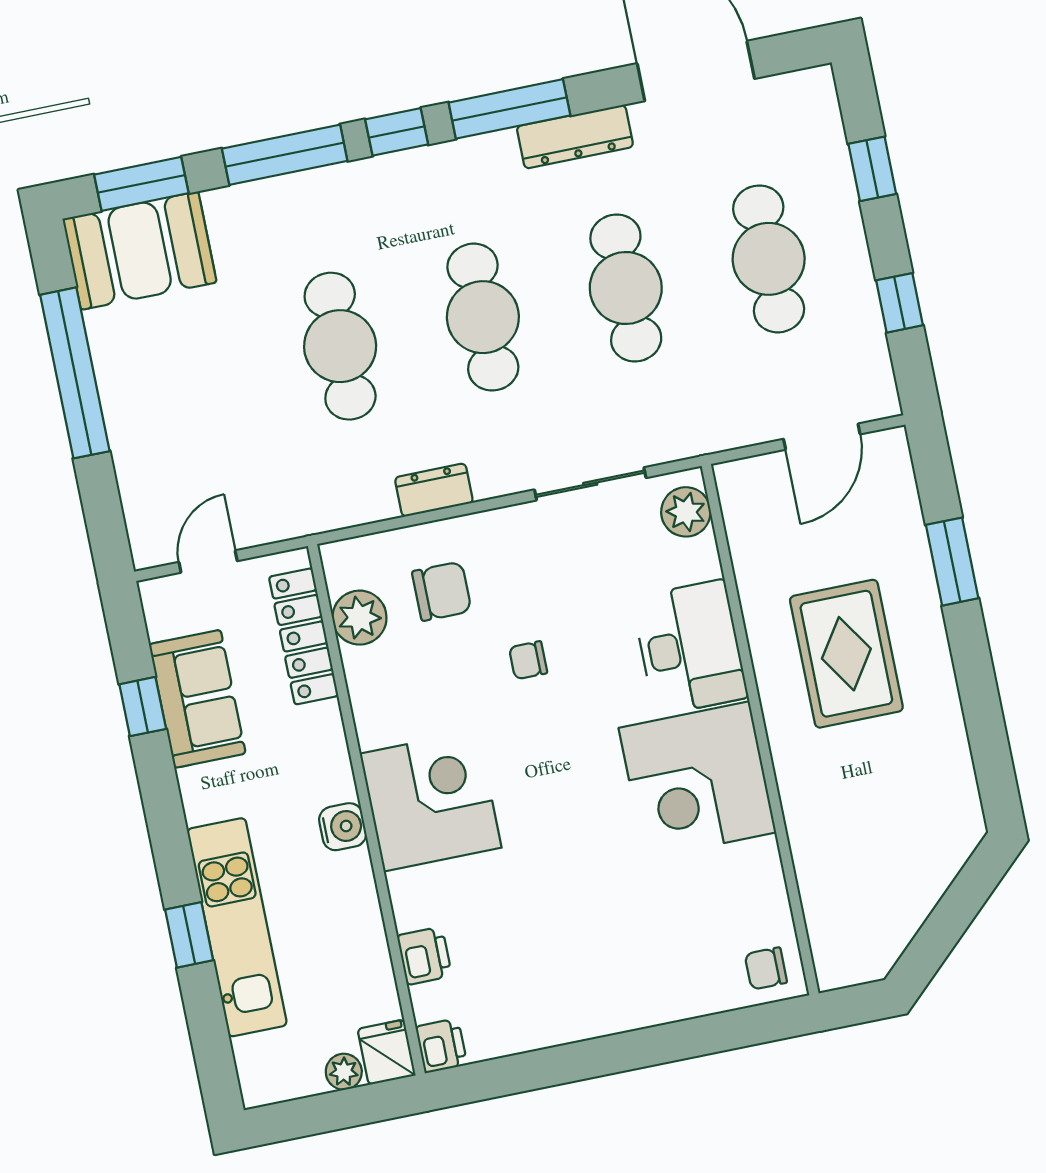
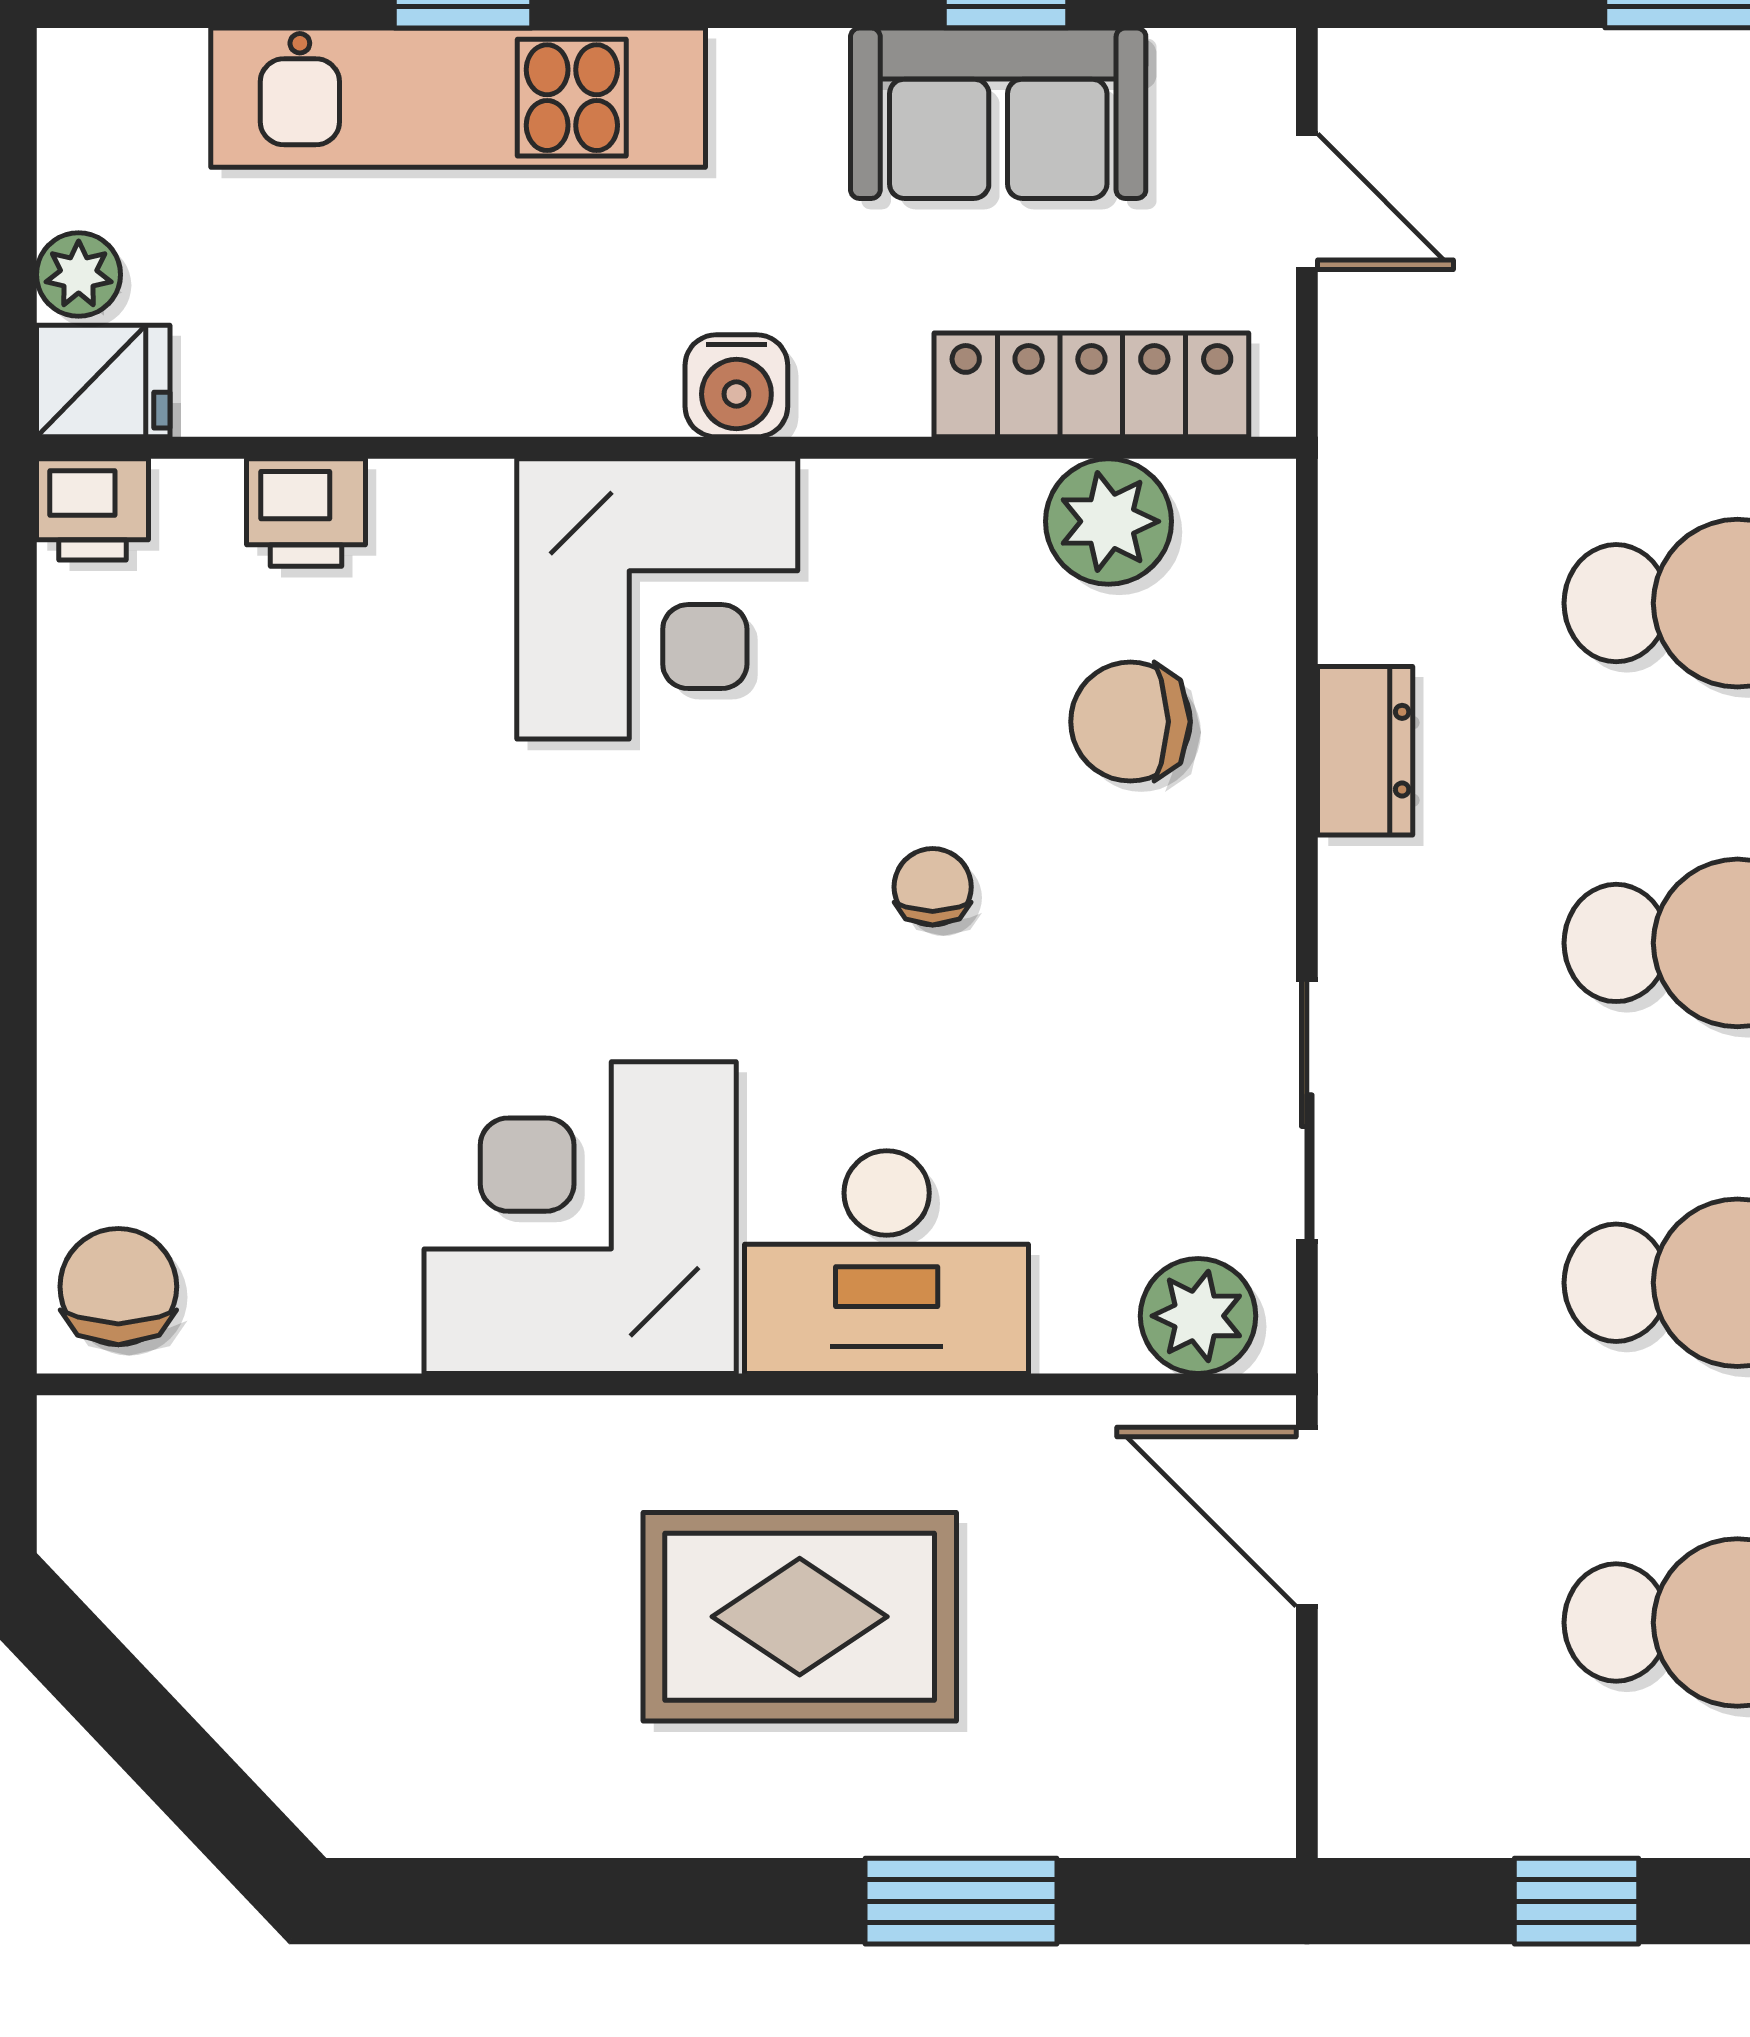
door: (822, 437) -> (1307, 1517), moved
chair: (442, 591) -> (1130, 722), turned 90
water cooler: (343, 827) -> (736, 386), moved
chair: (766, 968) -> (118, 1287), width x1.37, depth x1.37

